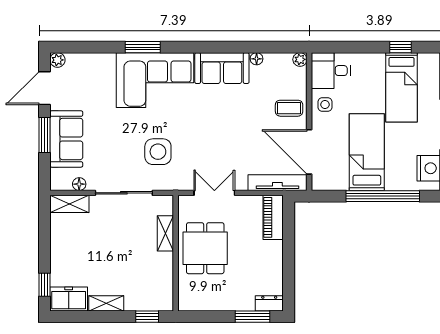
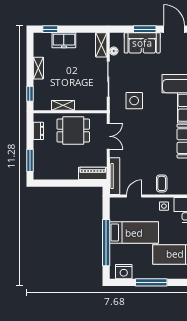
door: (309, 152) -> (134, 196), width x0.53
shelving: (165, 233) -> (63, 105), moved
freezer: (69, 299) -> (64, 40), moved, turned 90
dresser: (269, 303) -> (38, 131), moved

